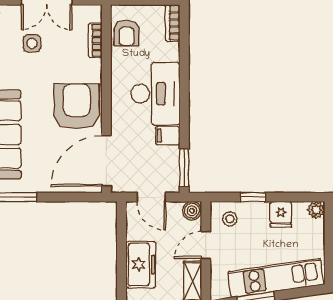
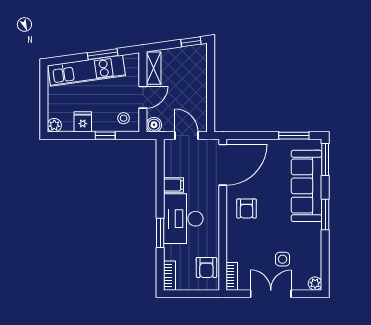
armchair: (127, 33) -> (206, 267), turned 180
bookcase: (95, 40) -> (232, 276), moved
armchair: (77, 106) -> (246, 209), width x0.53, depth x0.53
window: (184, 168) -> (160, 233), moved
freezer: (141, 265) -> (195, 81), removed

